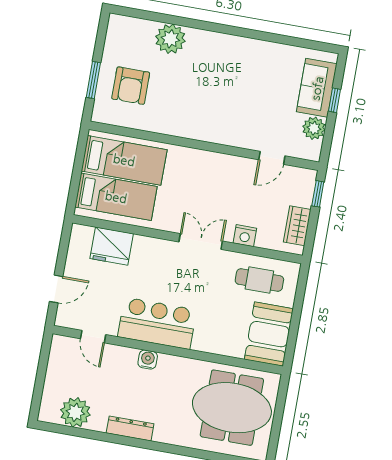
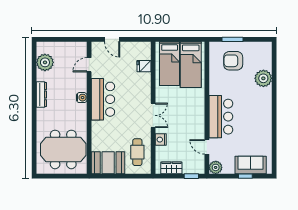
bar counter: (224, 124) -> (221, 117), added
plant: (314, 128) -> (216, 167), moved
fridge: (112, 246) -> (144, 66), width x0.53, depth x0.75
meeting table: (232, 408) -> (63, 149), turned 90

